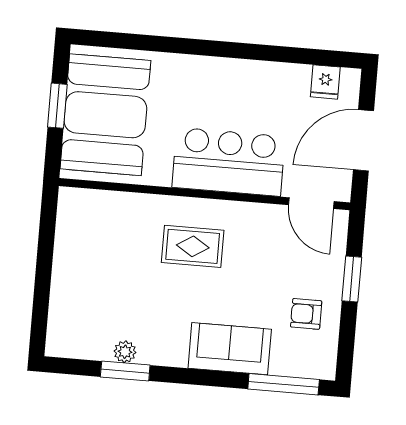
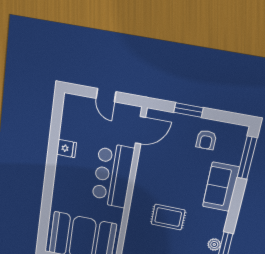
fridge: (325, 82) -> (66, 149), moved
door: (363, 140) -> (106, 95), width x0.53
rug: (193, 246) -> (168, 217), moved, turned 90

